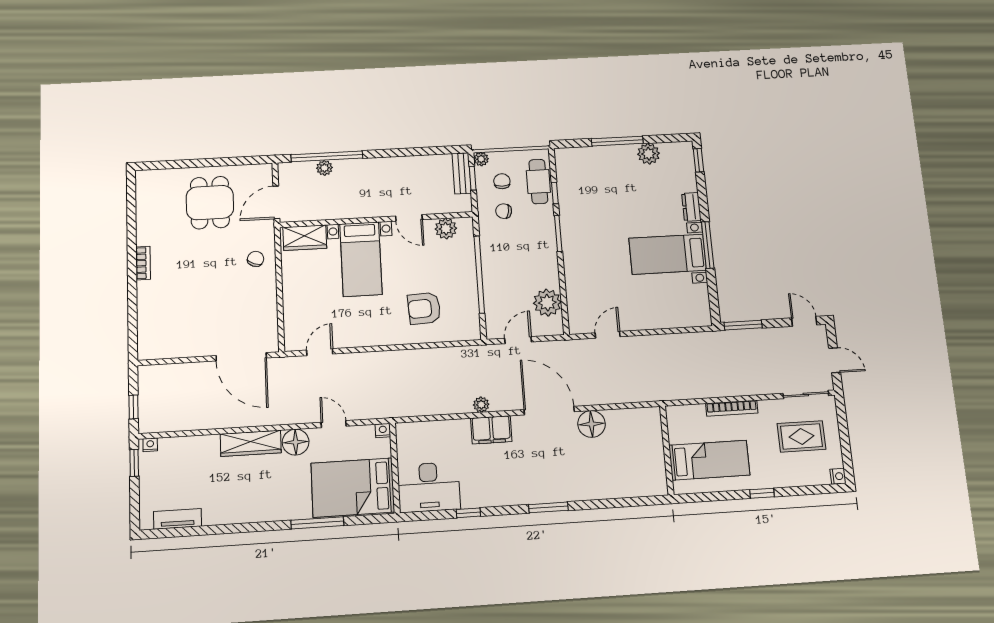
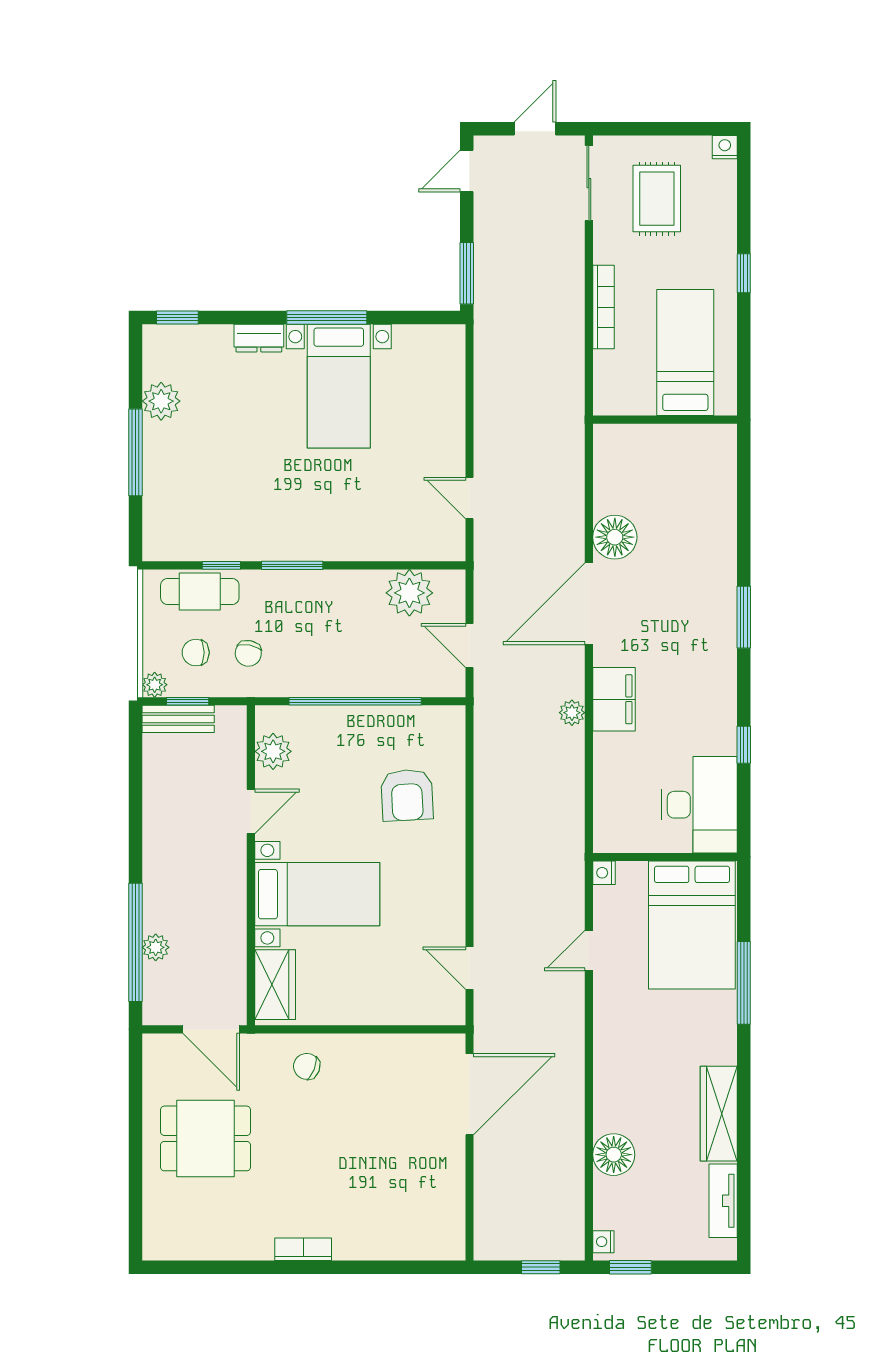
floor lamp: (296, 442) -> (614, 1155), moved
wardrobe: (251, 443) -> (719, 1114), moved, turned 180

